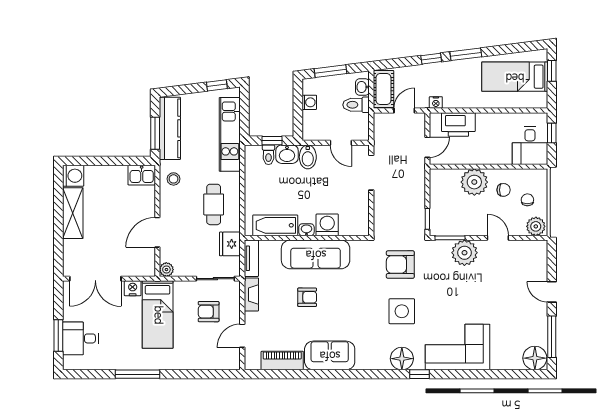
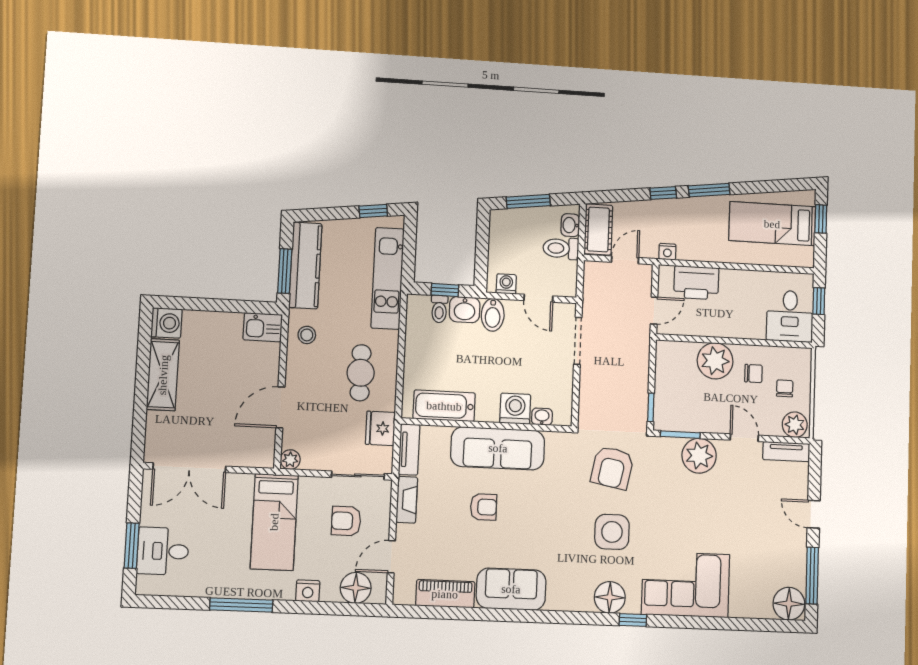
washing machine: (309, 102) -> (506, 284), moved, turned -90
washbasin: (306, 230) -> (542, 417), moved
tv unit: (530, 247) -> (786, 452), added
armchair: (400, 265) -> (612, 468), turned -79
nightstand: (133, 288) -> (308, 591), moved, turned 180
floor lamp: (218, 359) -> (356, 588), added

